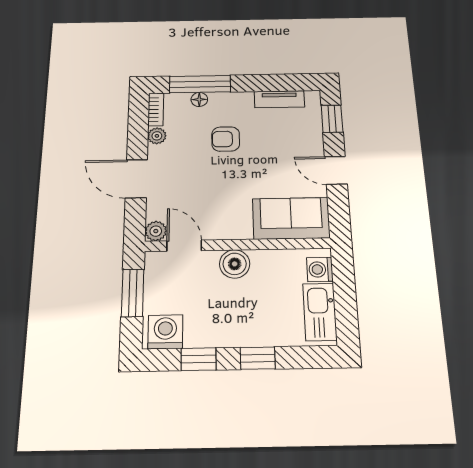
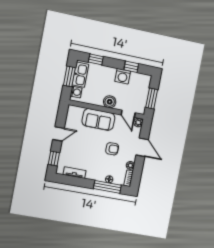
armchair: (226, 139) -> (112, 149), moved
door: (336, 170) -> (58, 134), hinge flipped
sofa: (291, 218) -> (98, 119), moved
window: (345, 302) -> (69, 76), added
washing machine: (165, 332) -> (123, 76), moved
window: (258, 358) -> (96, 59), moved

